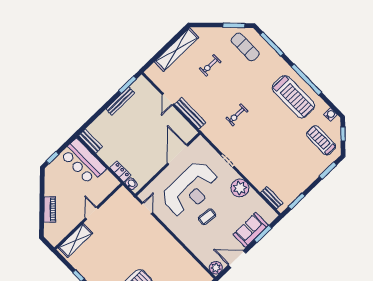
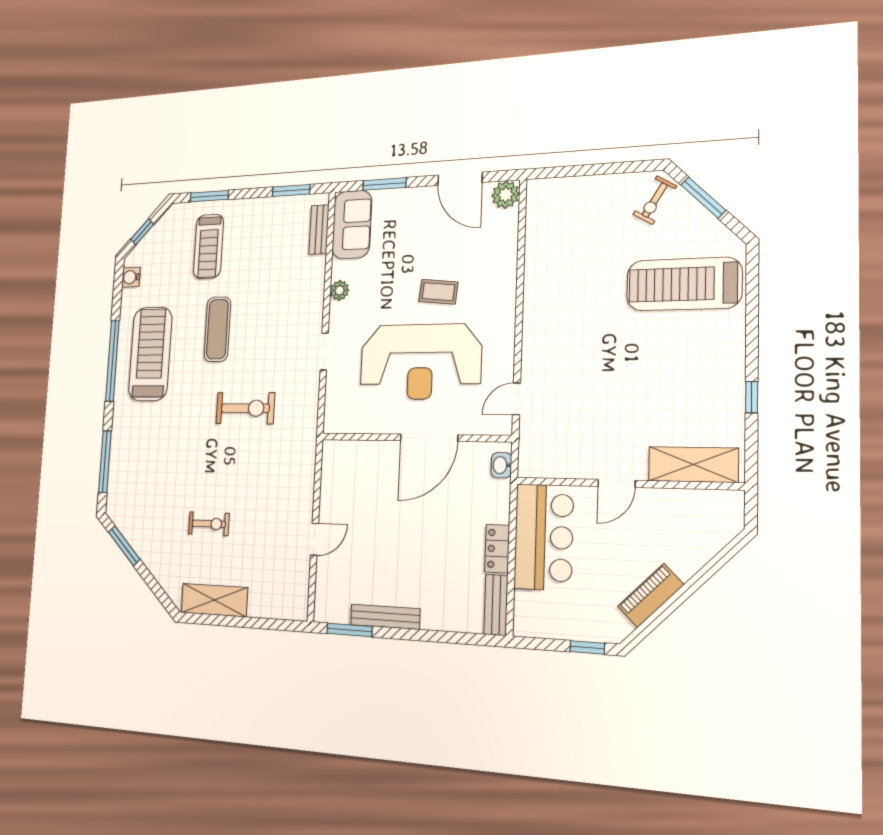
exercise mat: (245, 47) -> (217, 329), moved
shelving: (177, 50) -> (214, 600), width x0.68
bench: (190, 113) -> (305, 482), removed
exercise bike: (237, 115) -> (245, 408), width x1.38, depth x1.39
treadmill: (321, 140) -> (208, 246), moved
door: (178, 155) -> (429, 438), moved
bar counter: (83, 162) -> (544, 537), moved
locker: (120, 171) -> (497, 549), moved
plant: (240, 188) -> (340, 290), width x0.53, depth x0.53
reception desk: (190, 189) -> (420, 362), turned 180
piano: (50, 209) -> (651, 596), moved
sofa: (251, 230) -> (352, 225), moved, turned -90

